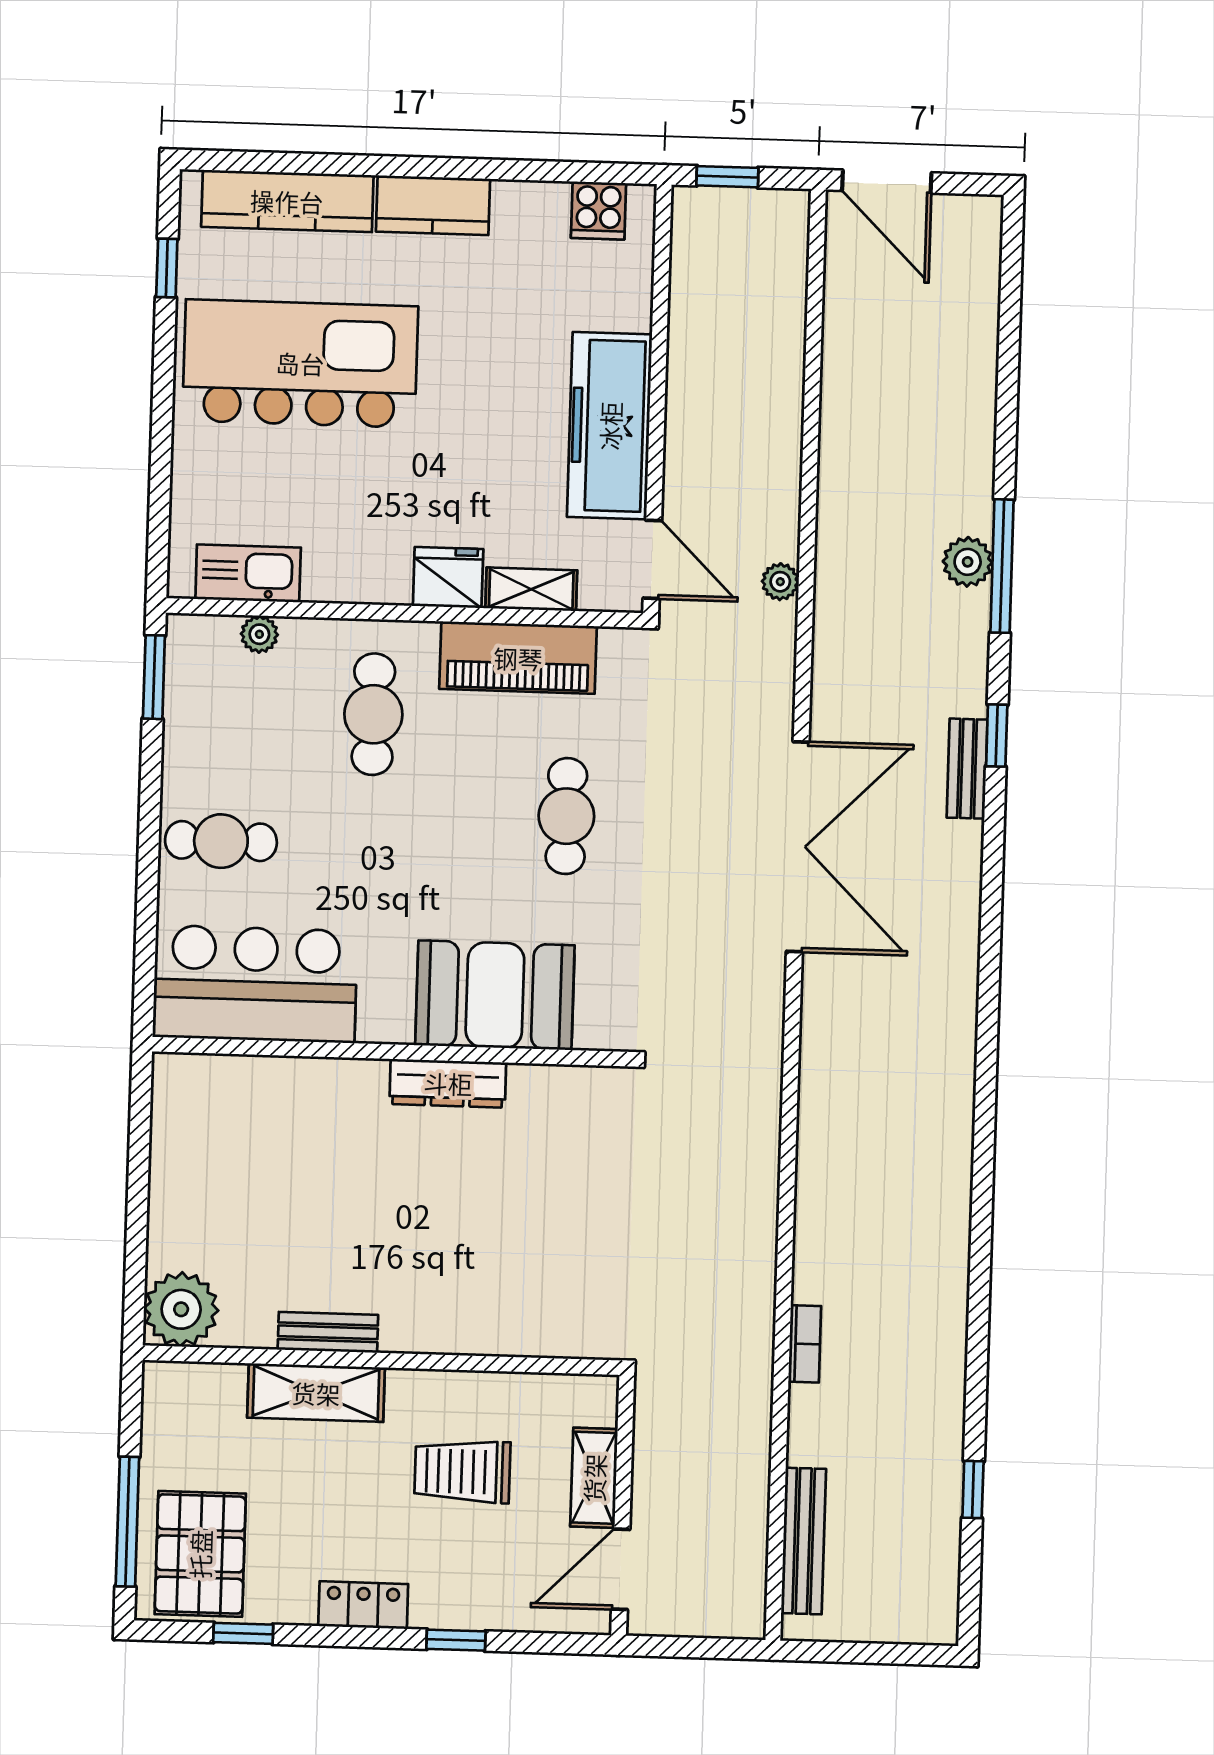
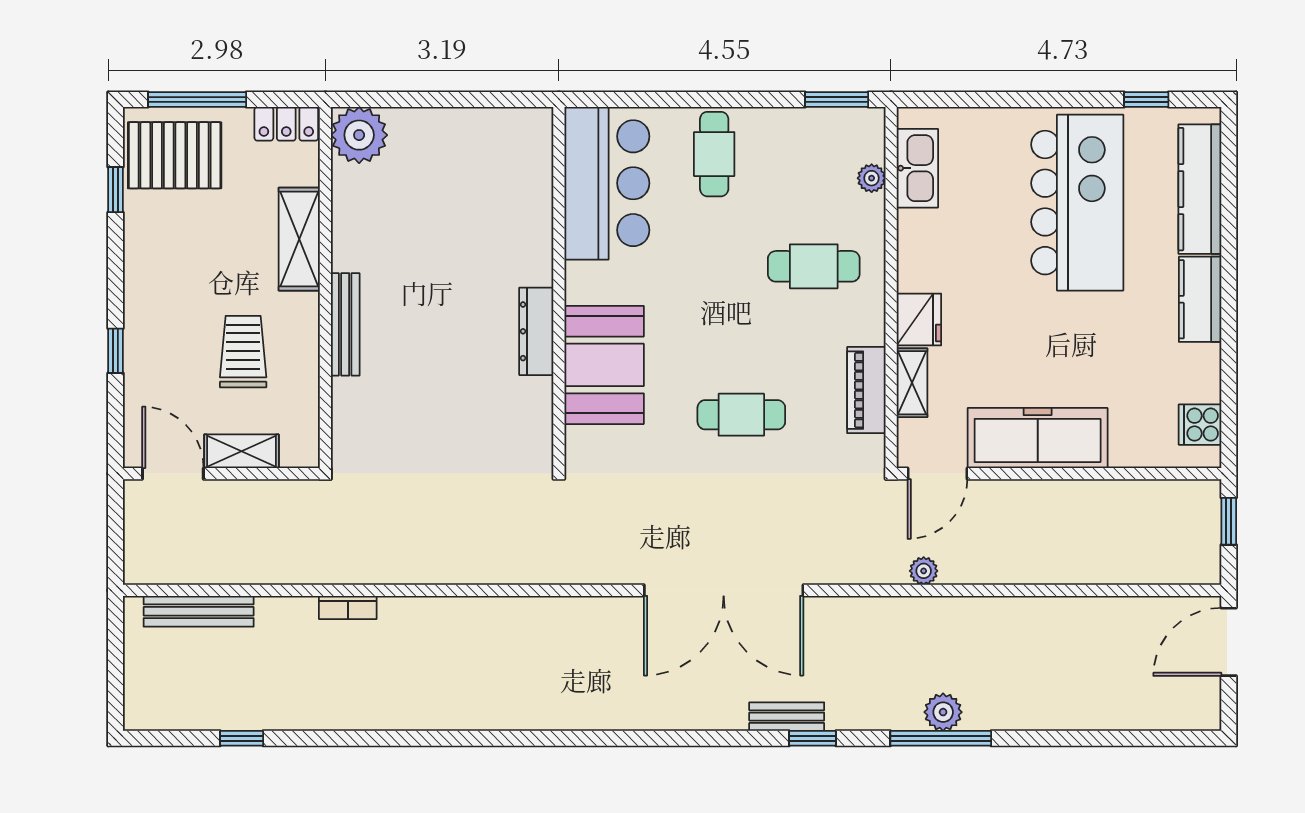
piano: (518, 658) -> (866, 390), width x0.73, depth x0.75
bench: (328, 1332) -> (345, 324), moved, width x1.36
locker: (363, 1605) -> (286, 124), moved, turned 90

